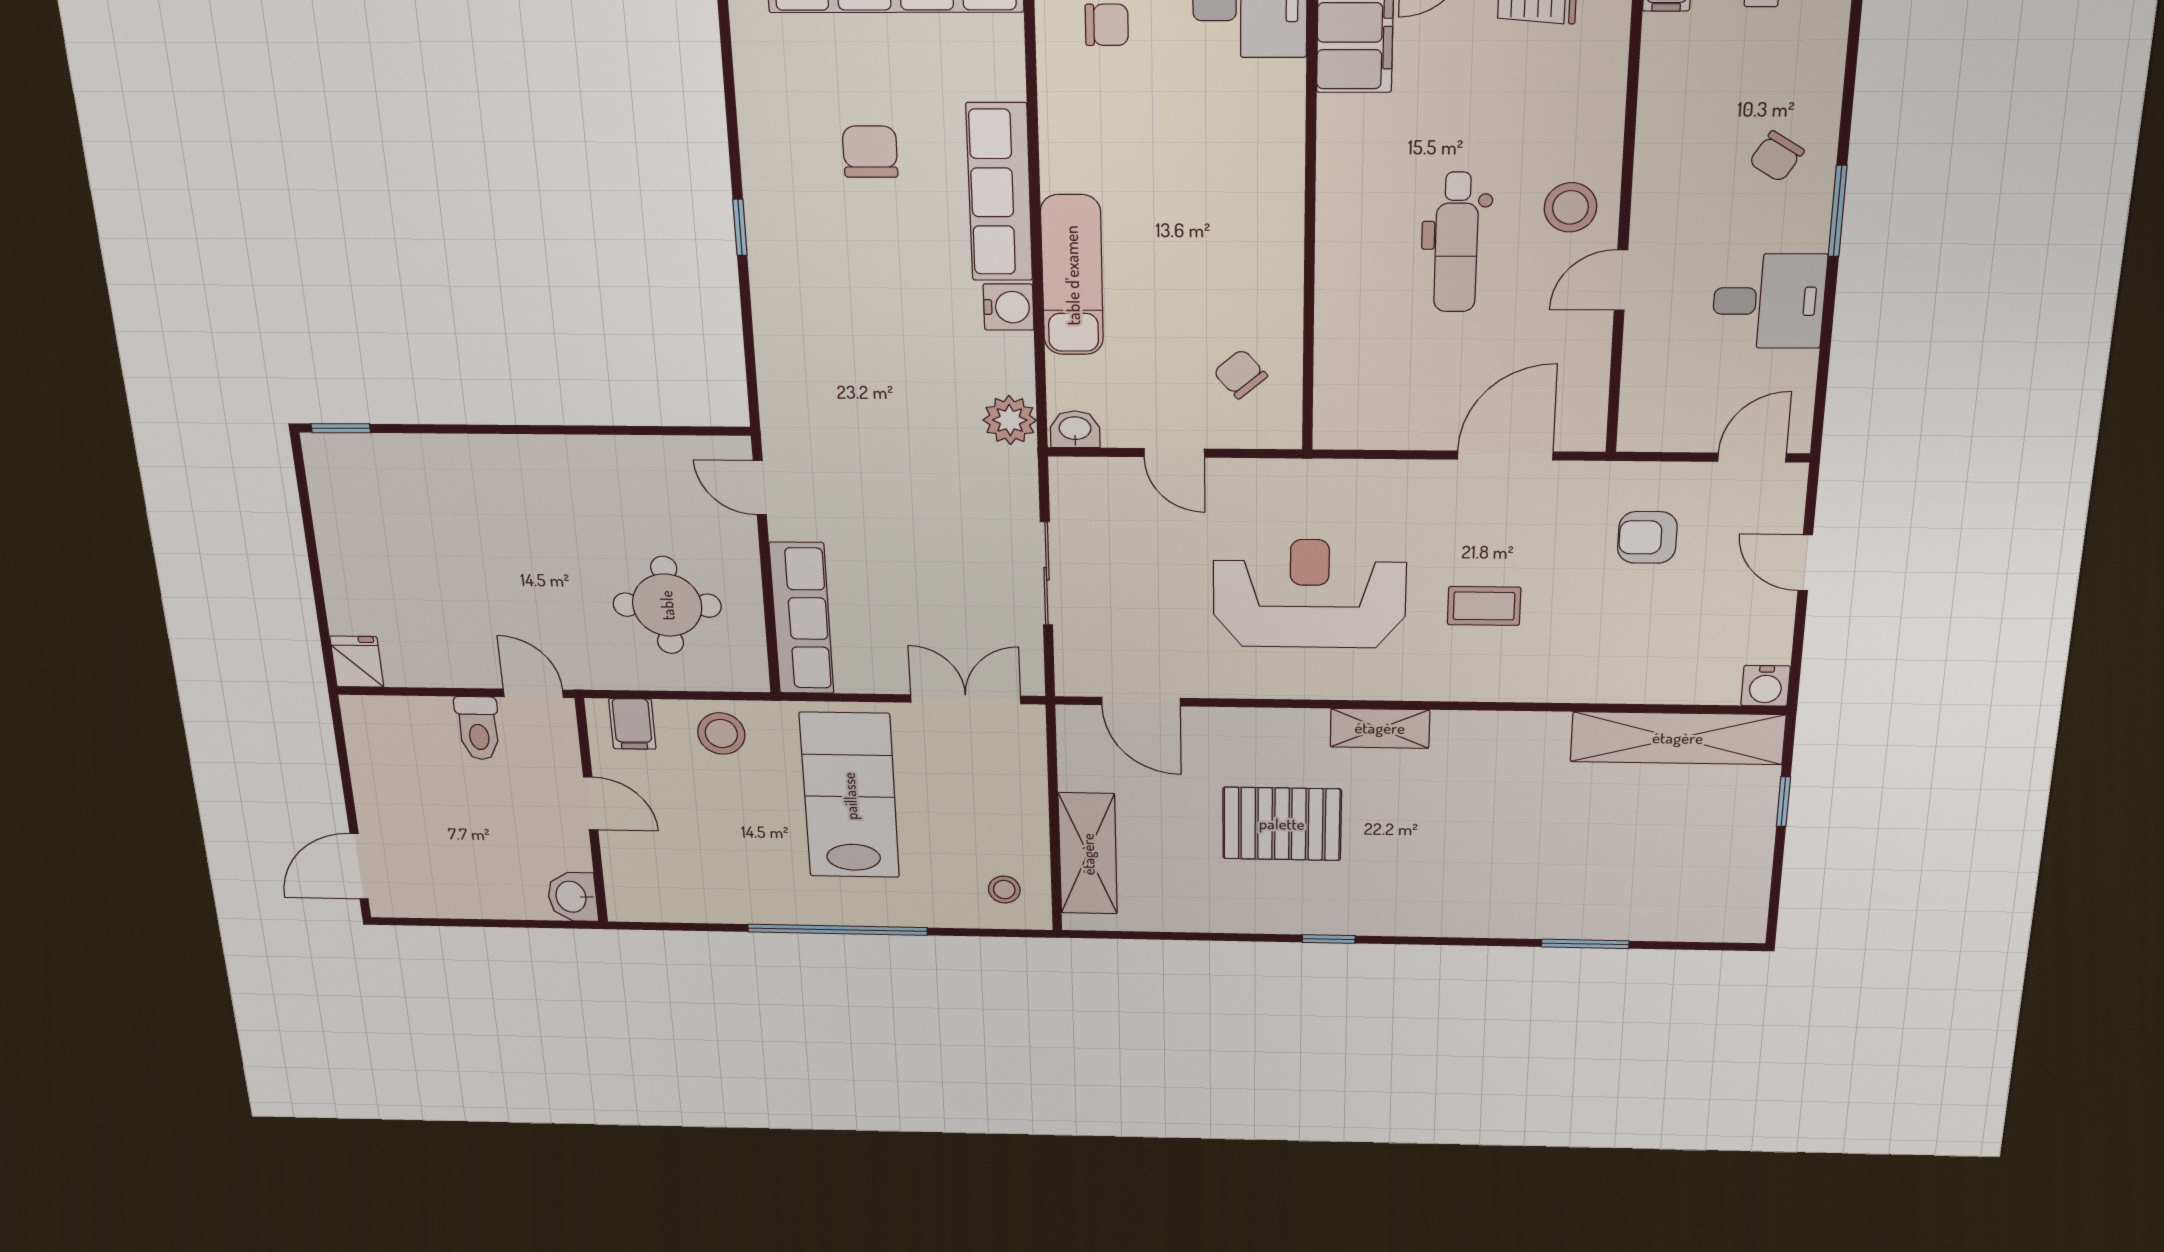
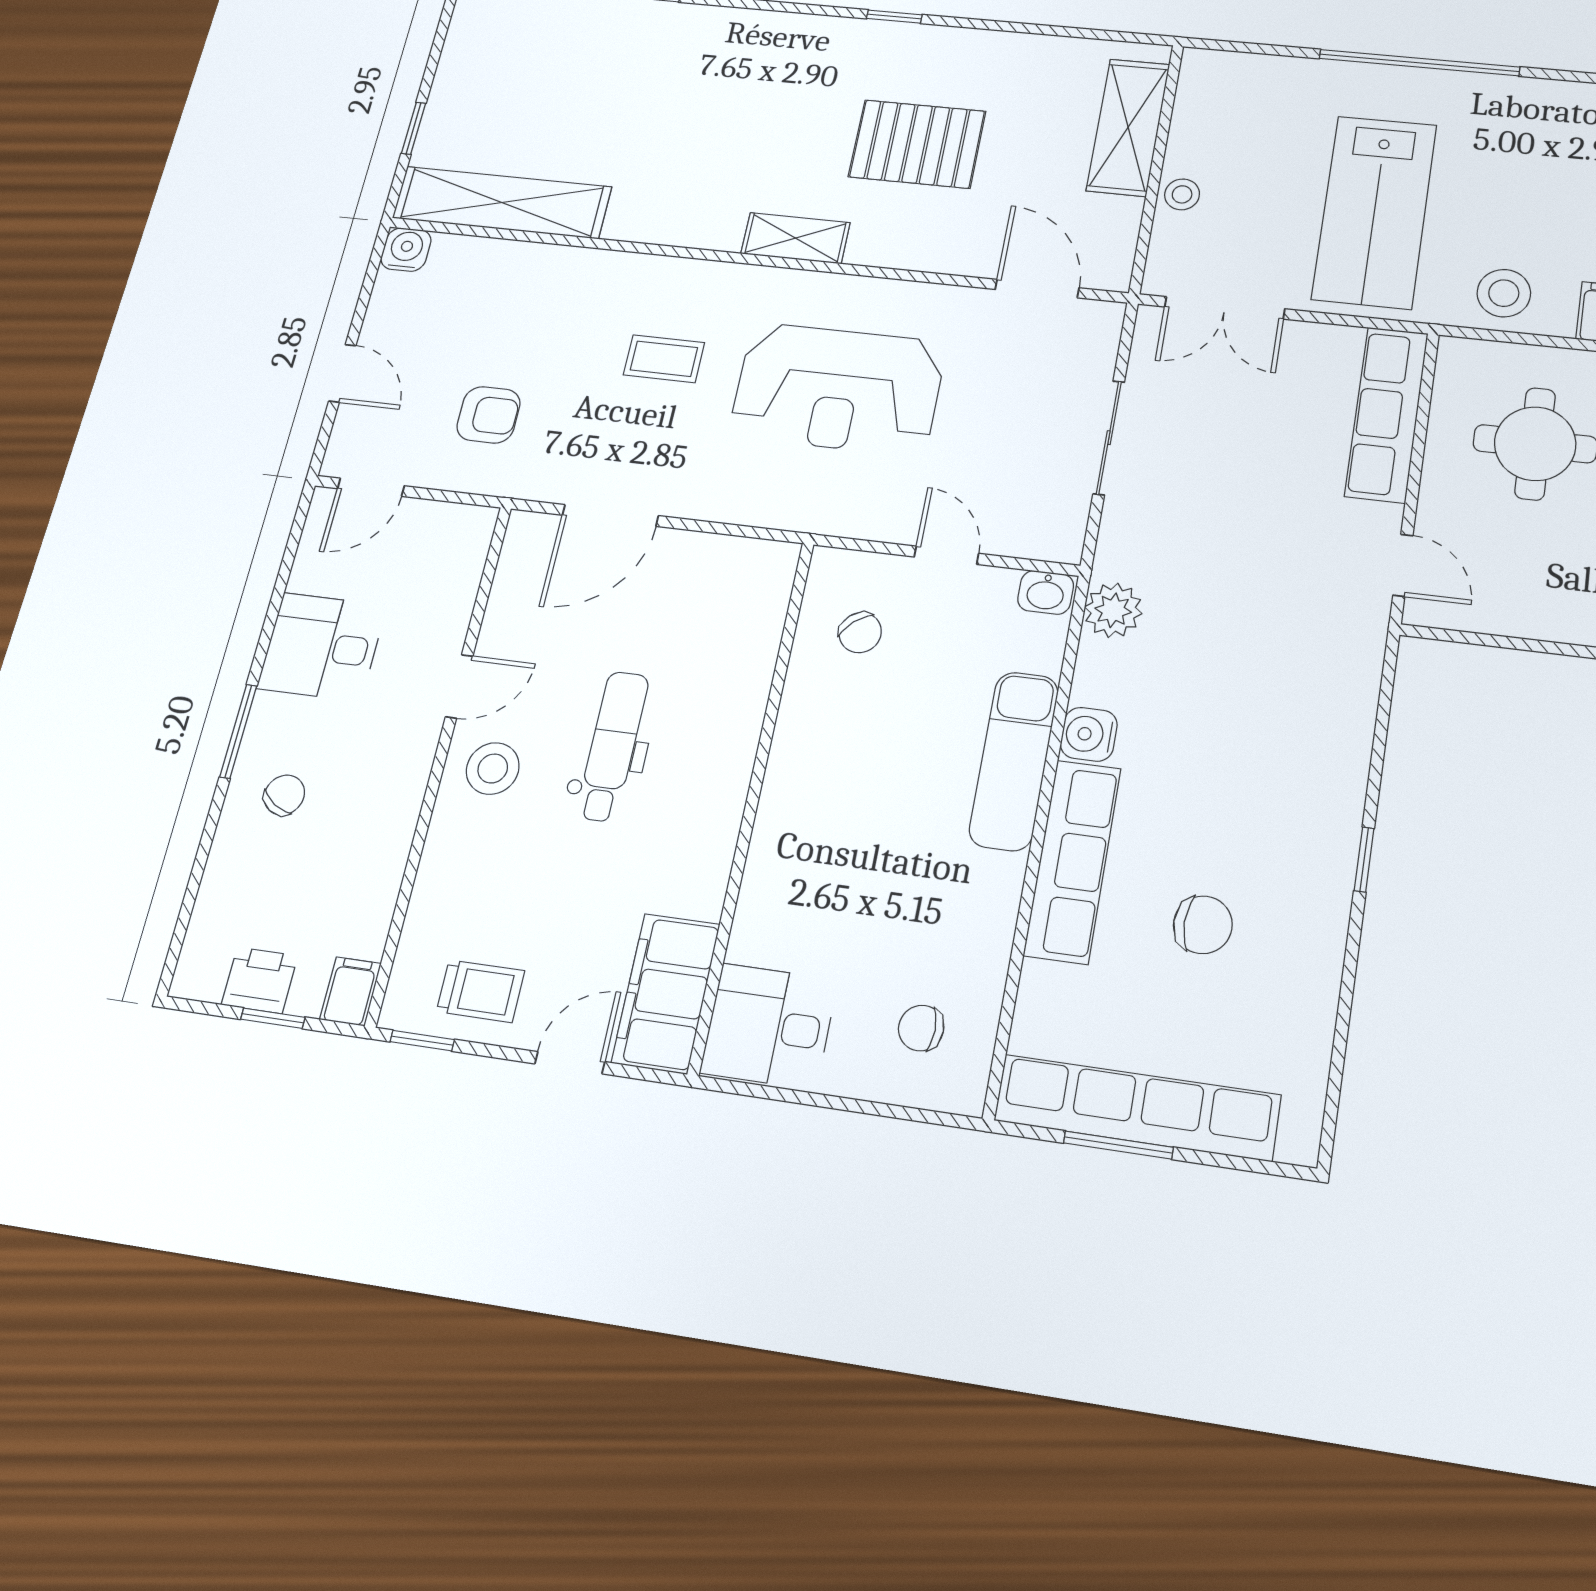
chair: (870, 152) -> (1203, 925), turned -90
stool: (1004, 889) -> (1182, 194), moved

